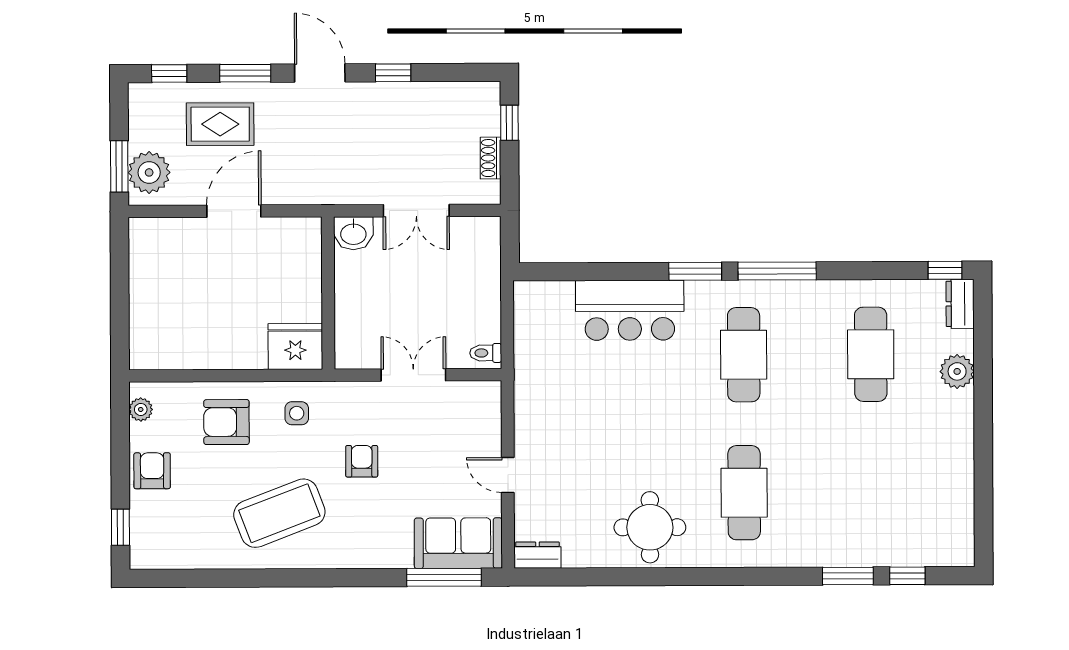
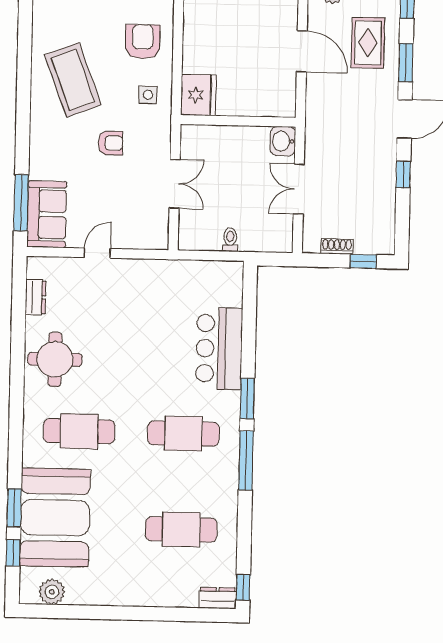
toilet: (486, 353) -> (230, 240), moved
plant: (957, 371) -> (52, 592), moved
booth: (859, 522) -> (55, 518), added
dresser: (537, 555) -> (36, 297), moved

